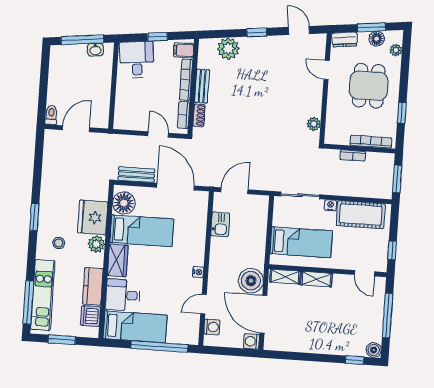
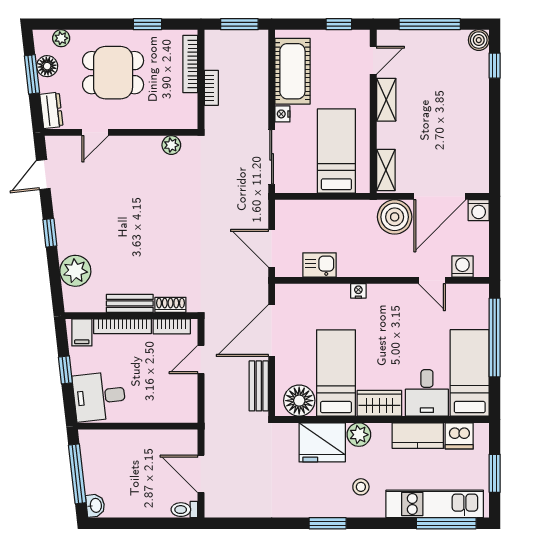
washbasin: (95, 50) -> (95, 505), moved
nightstand: (198, 272) -> (358, 291), moved
shelving: (316, 279) -> (386, 100), moved

